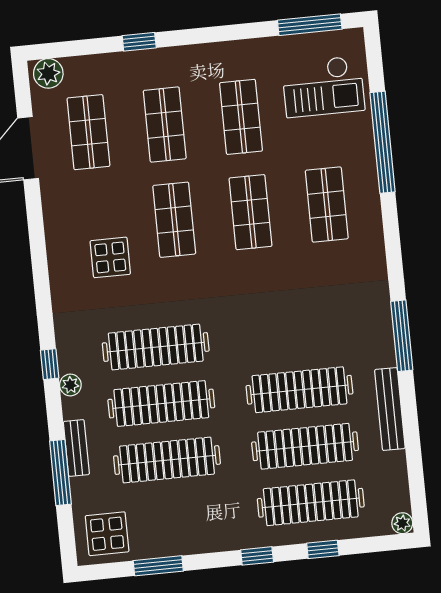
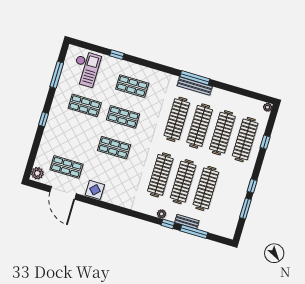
window: (310, 25) -> (57, 75), moved
window: (139, 42) -> (43, 119), moved
shop shelf: (165, 125) -> (76, 136), removed
window: (382, 142) -> (117, 55), width x0.32
display table: (110, 257) -> (95, 190), moved
clothes rail: (294, 333) -> (177, 119), added
window: (50, 364) -> (168, 224), moved
bench: (390, 409) -> (195, 86), moved
display table: (107, 534) -> (225, 223), removed
window: (257, 556) -> (252, 186), moved

